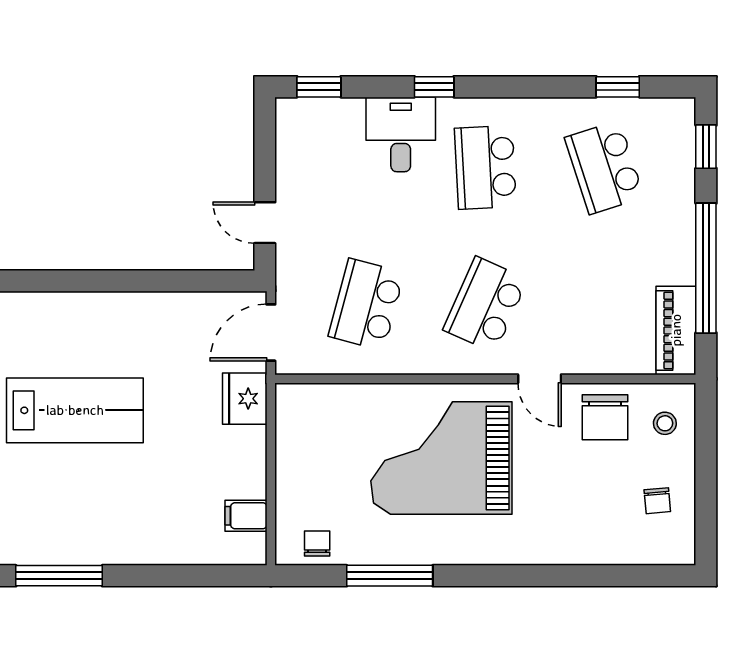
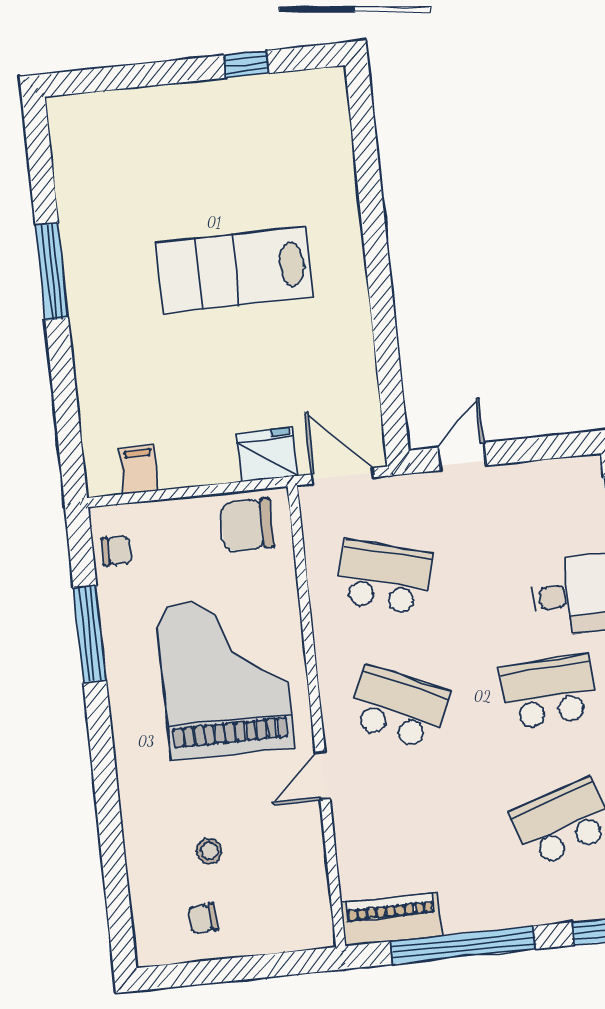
lab bench: (75, 410) -> (235, 270), turned 90
chair: (605, 417) -> (247, 525), moved
stool: (665, 423) -> (209, 851), moved

